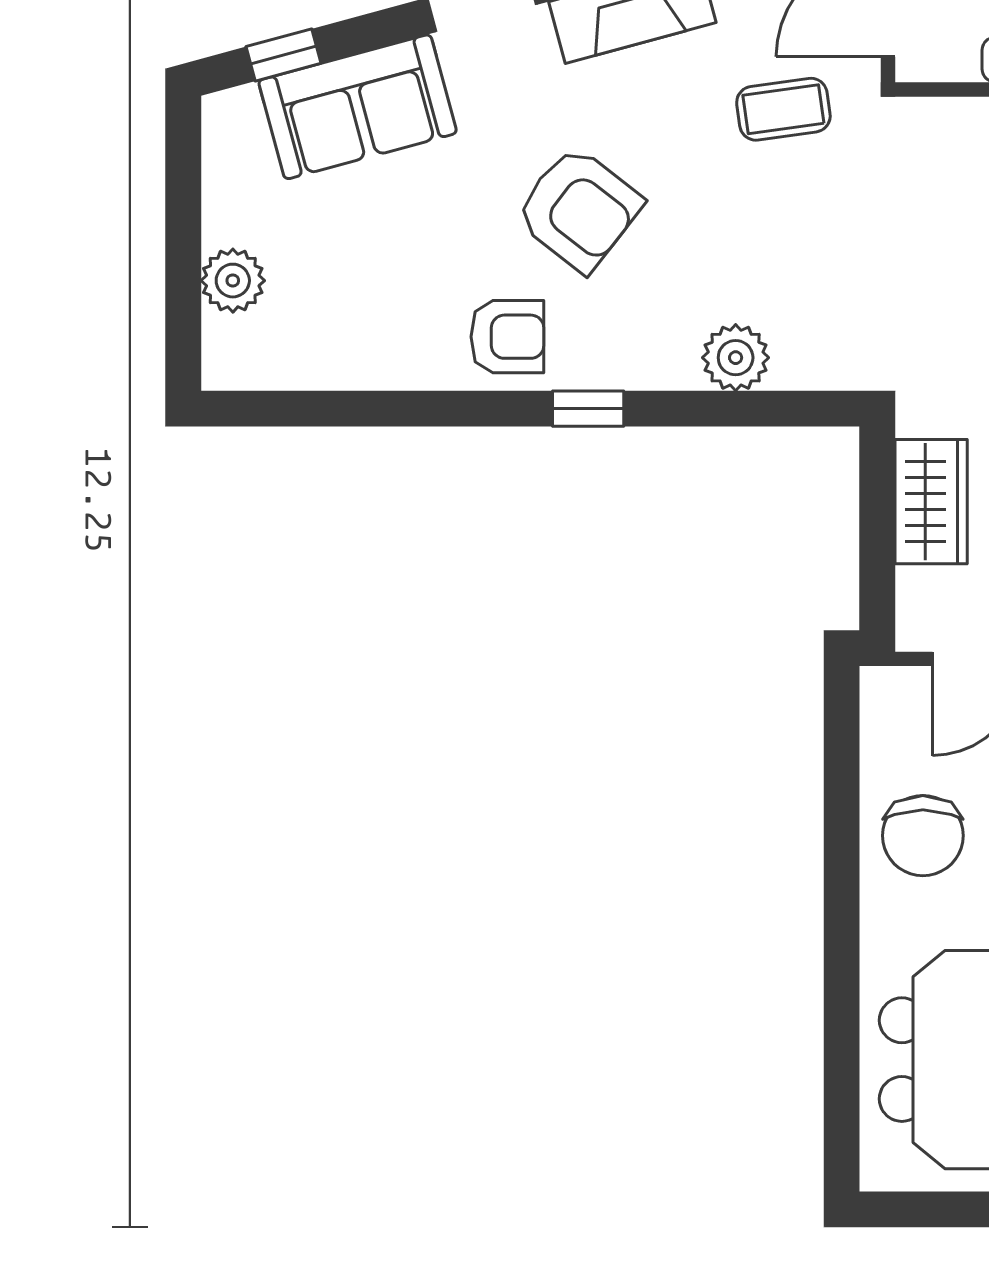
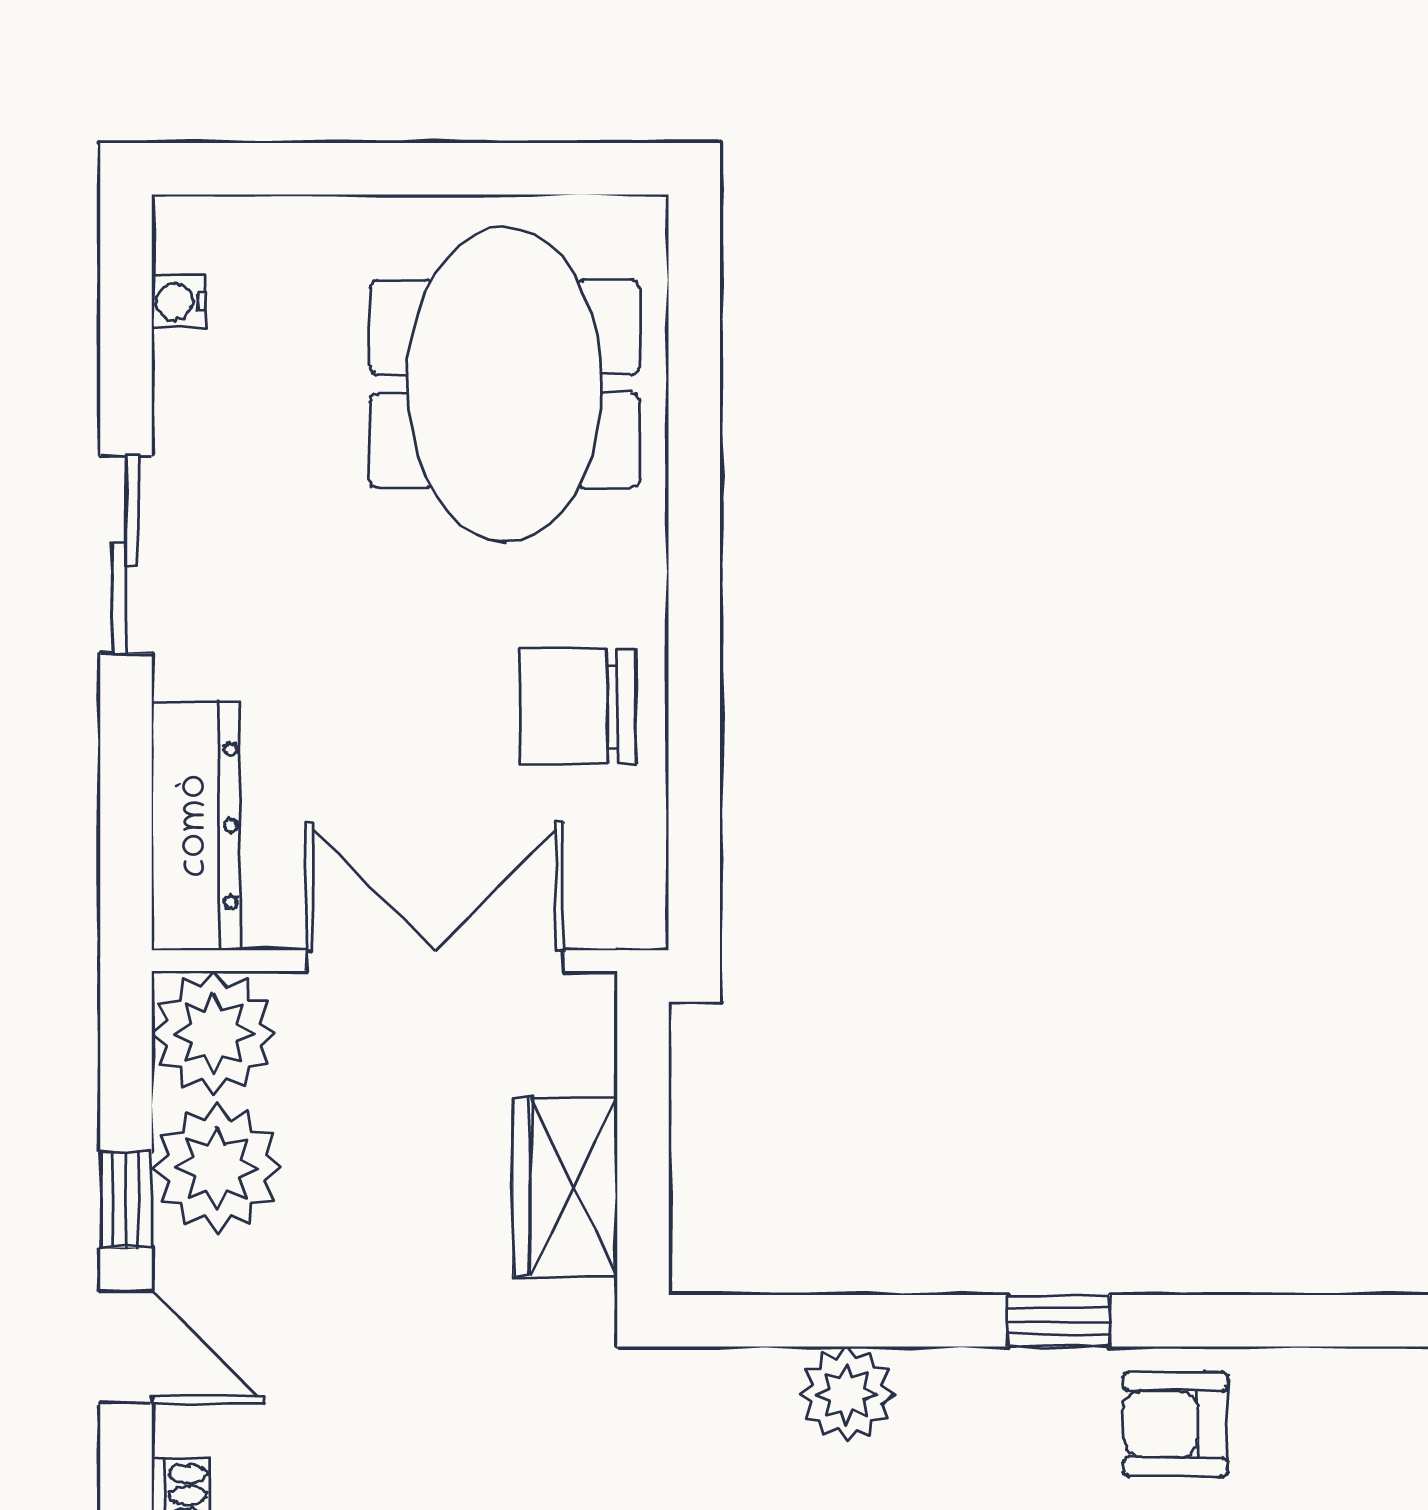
chair: (923, 836) -> (577, 706), turned -90

